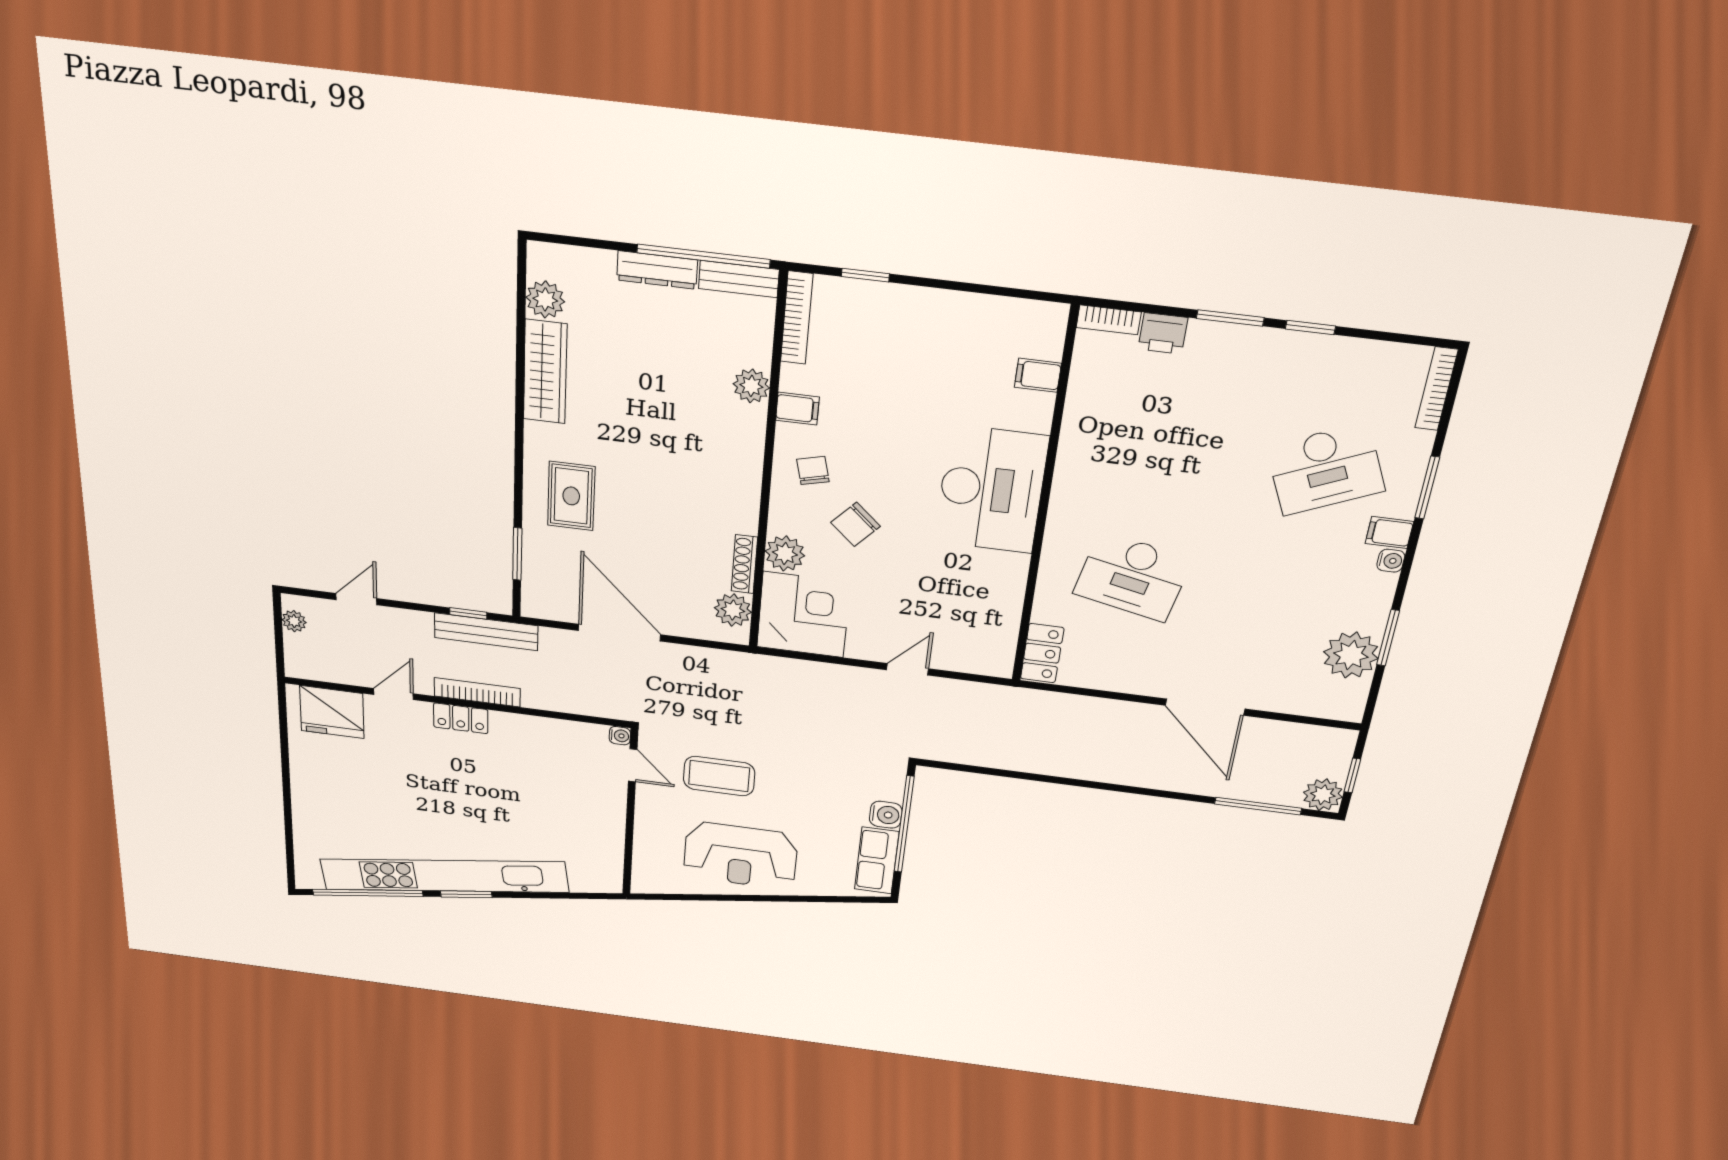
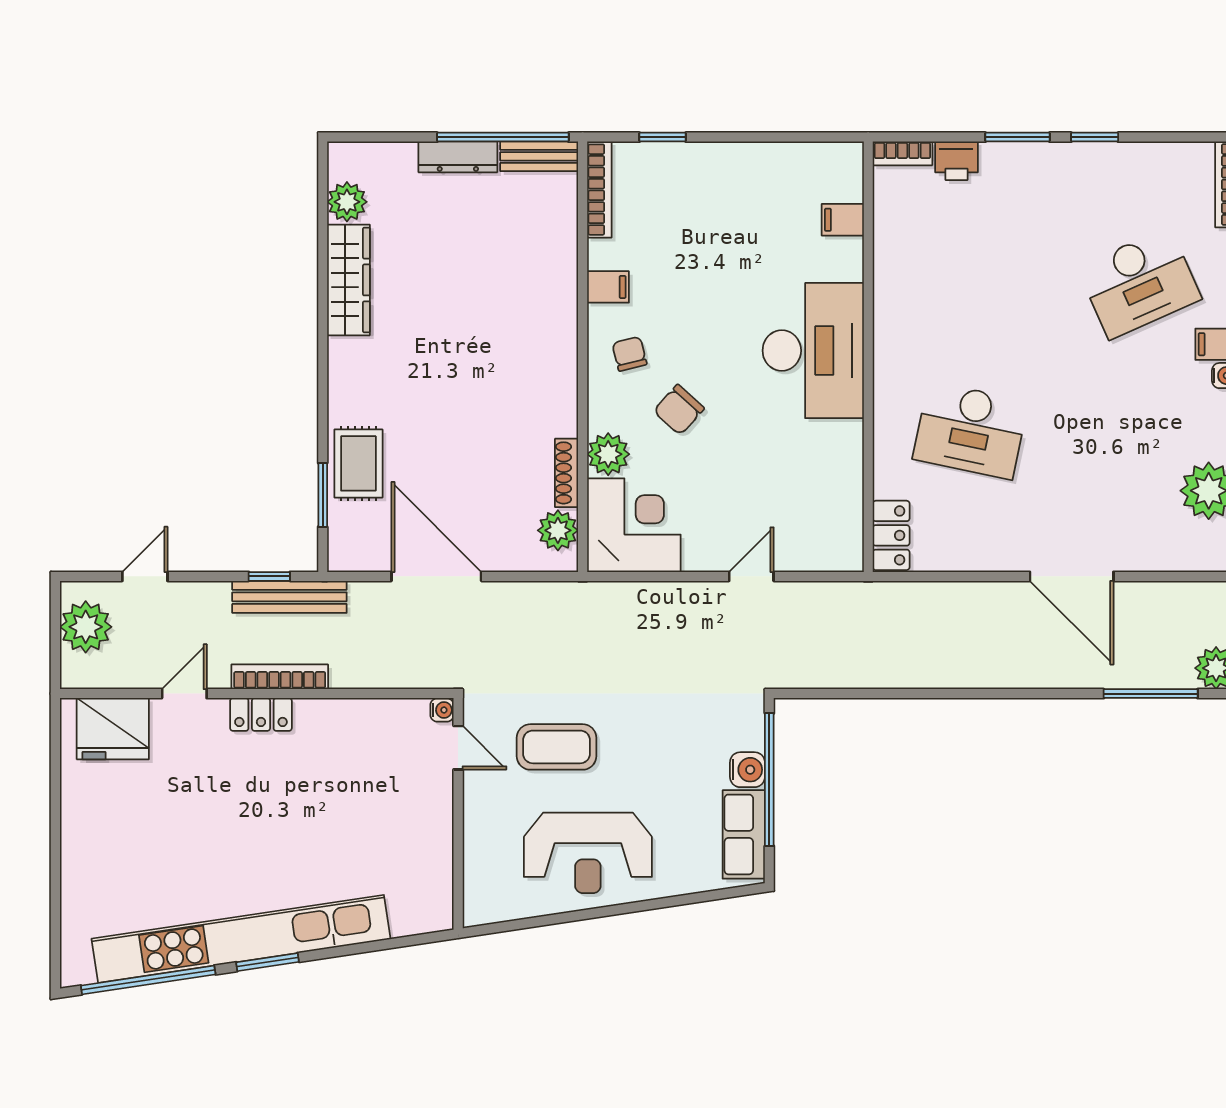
plant: (751, 386) -> (559, 268), removed
rug: (571, 496) -> (358, 463), moved
plant: (294, 621) -> (86, 627), width x1.88, depth x1.88

